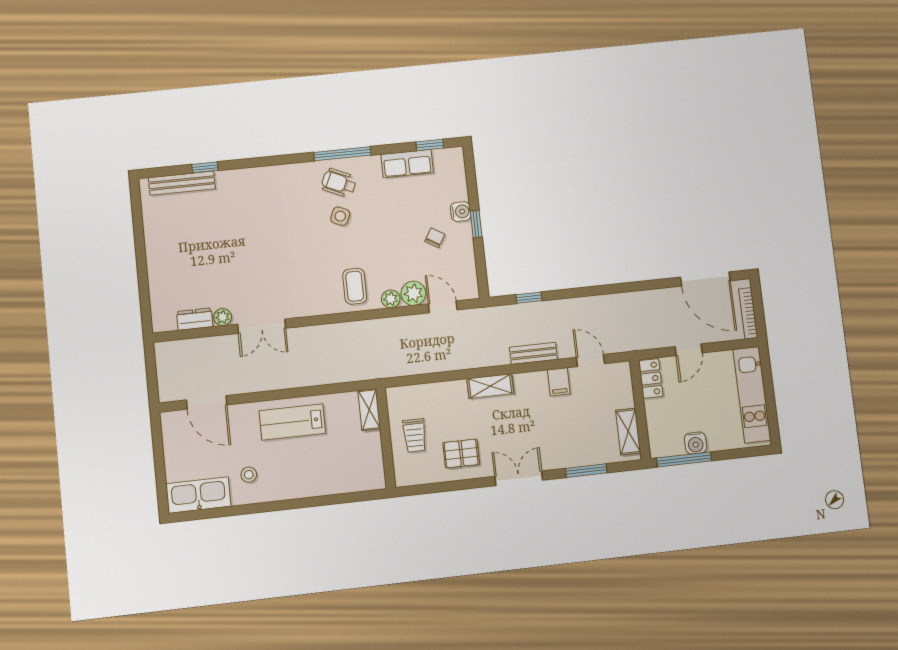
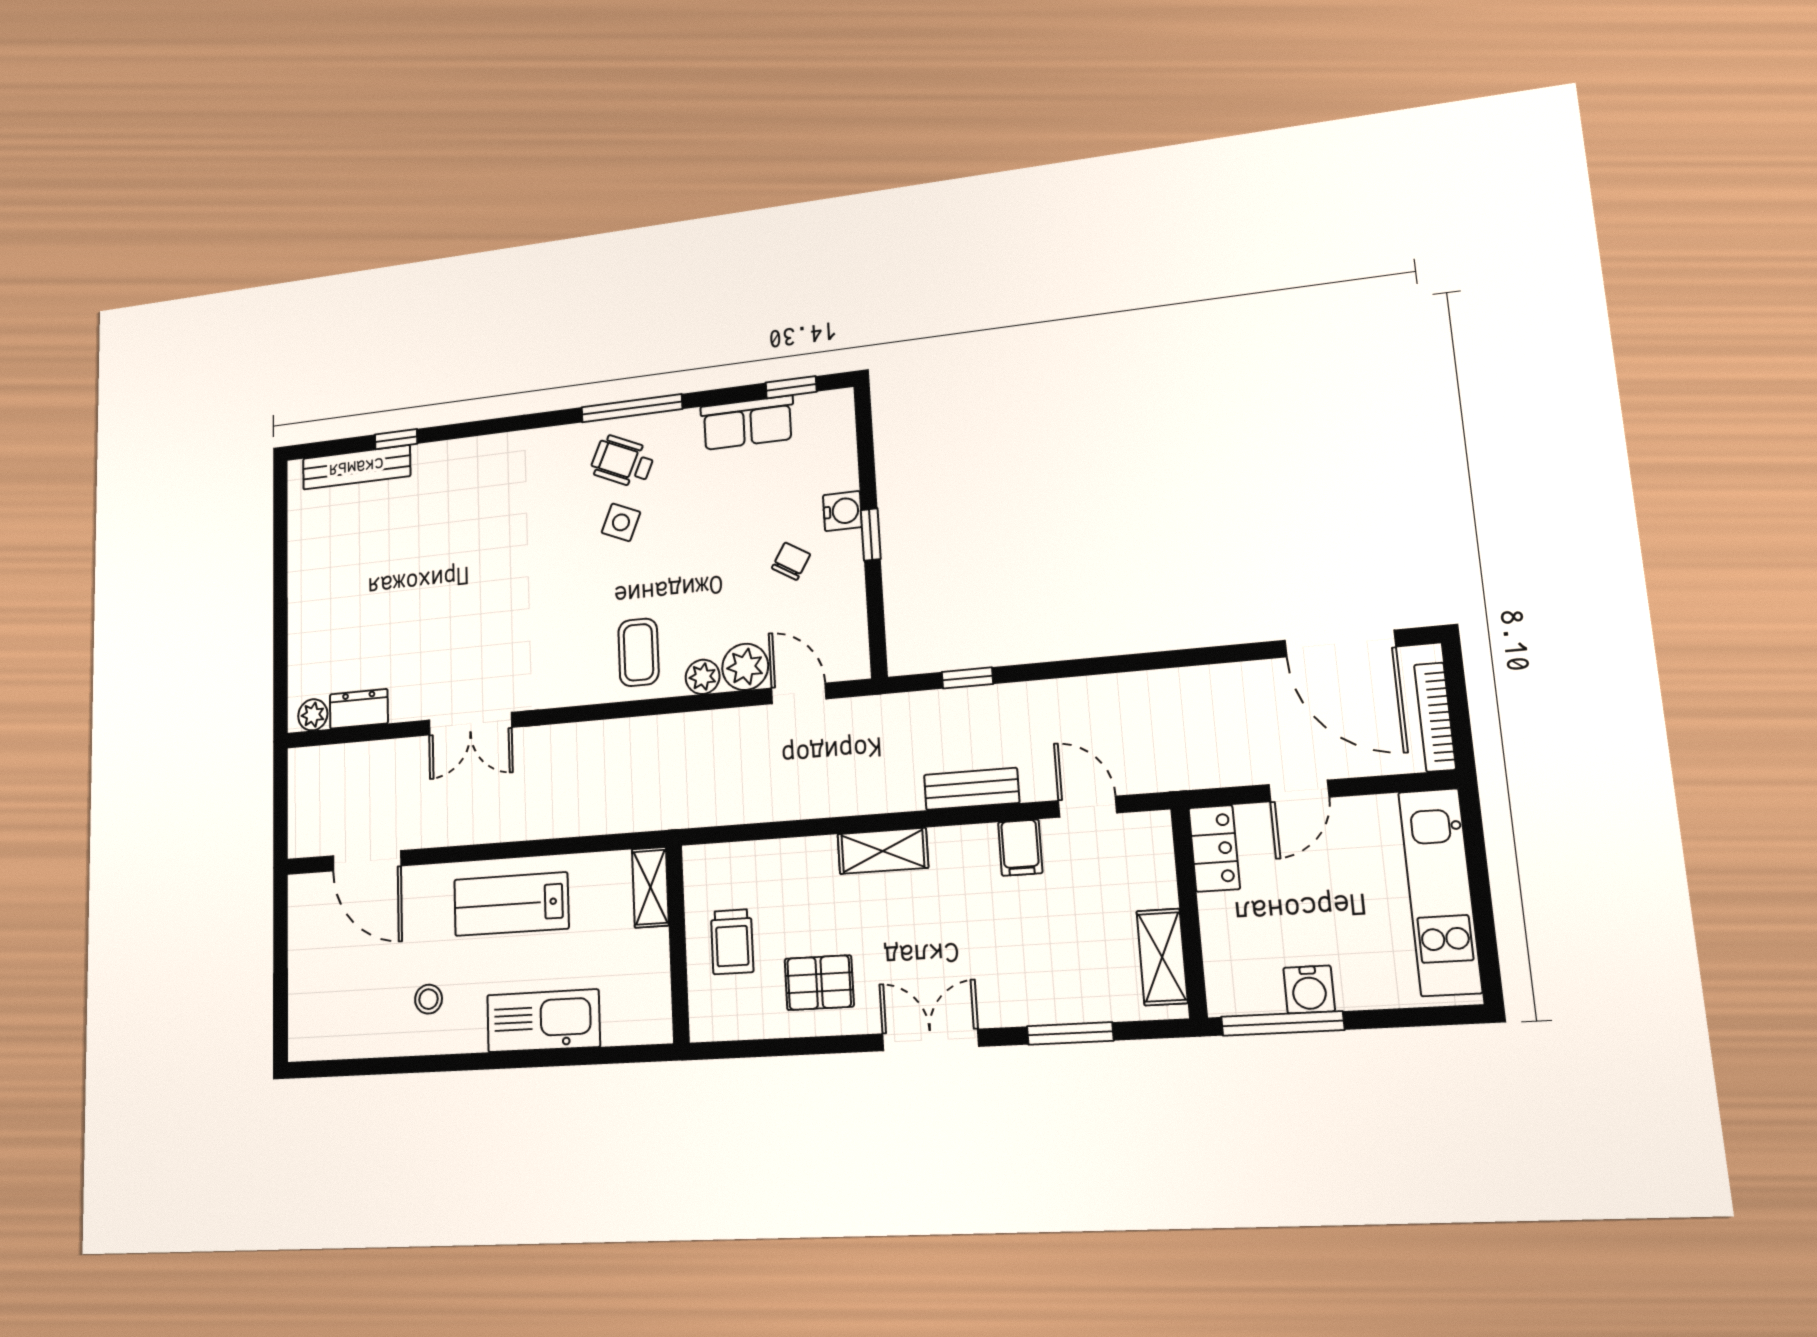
plant: (223, 317) -> (313, 715), moved
kitchen sink: (198, 495) -> (543, 1021), moved

